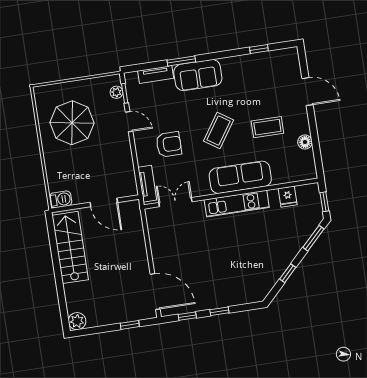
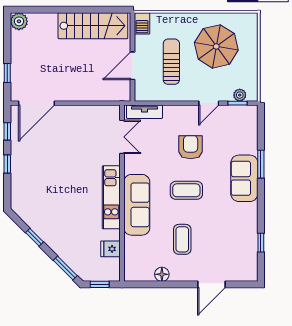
tv unit: (156, 75) -> (251, 137), removed
coffee table: (218, 130) -> (186, 190), turned -34
armchair: (169, 144) -> (191, 147), moved, turned 180
sun lounger: (94, 165) -> (171, 62), added

